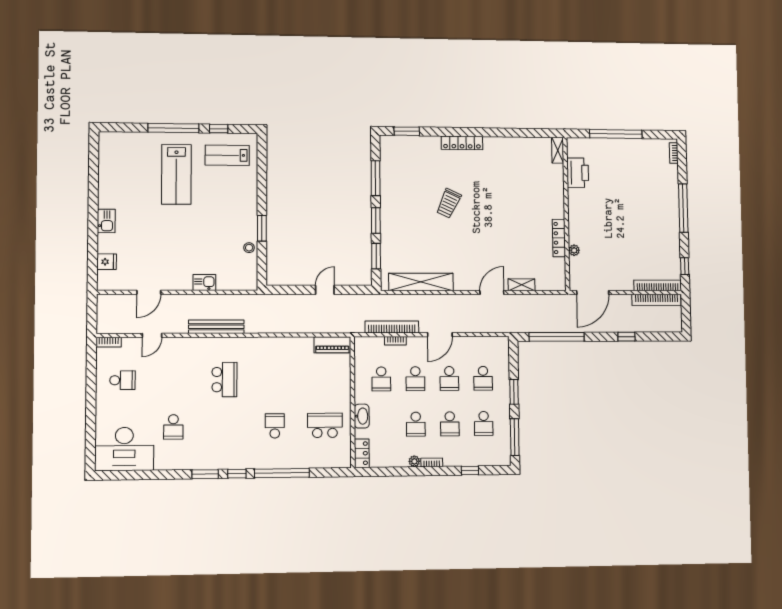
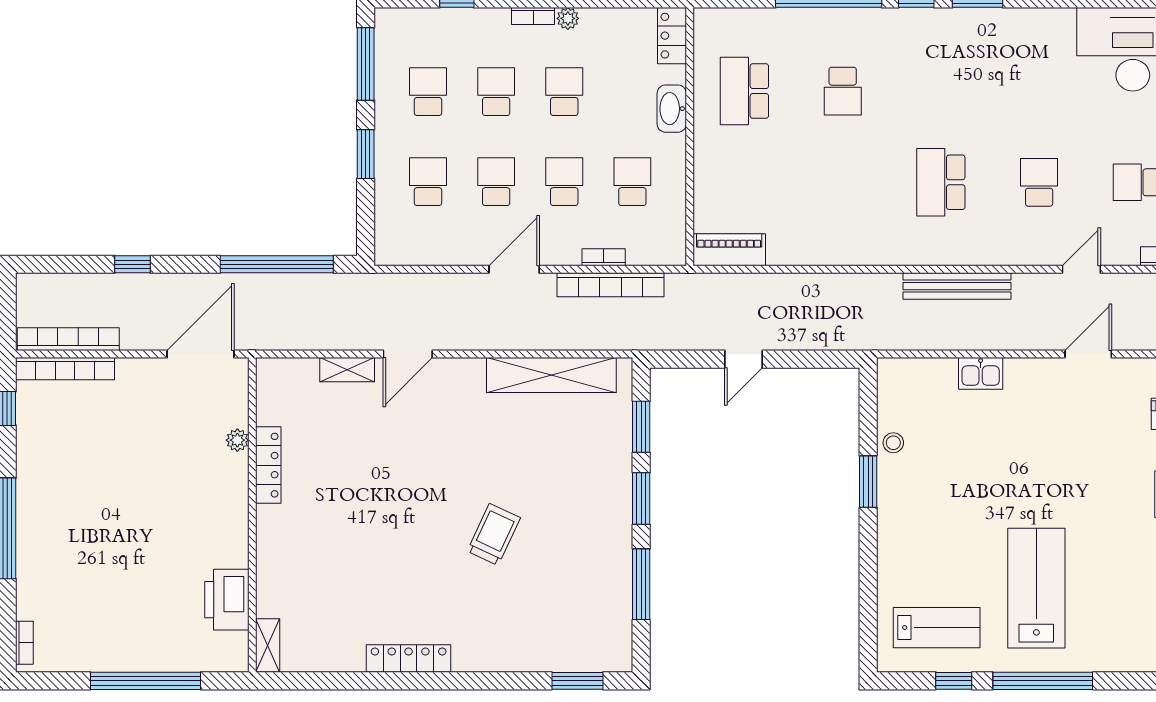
locker: (462, 143) -> (409, 658), moved
school desk: (325, 425) -> (744, 91), turned 90
school desk: (173, 427) -> (1039, 182), moved

